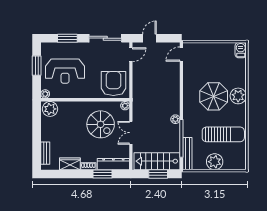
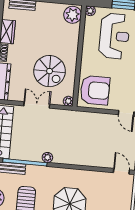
reception desk: (65, 71) -> (114, 36), turned 180
spiral stairs: (101, 124) -> (50, 71), turned -90

